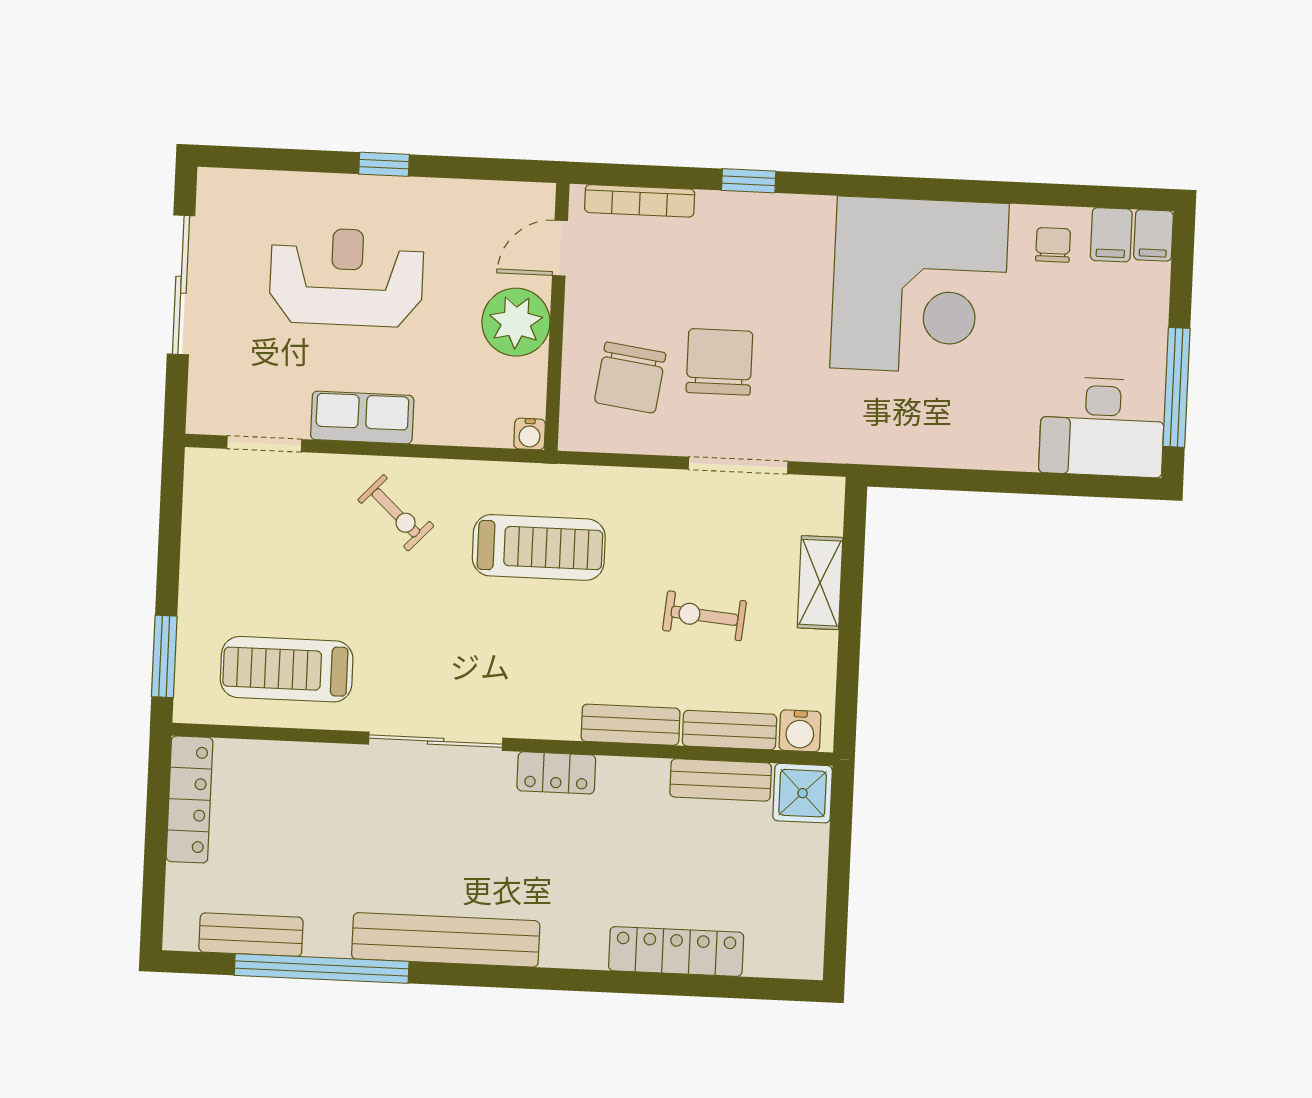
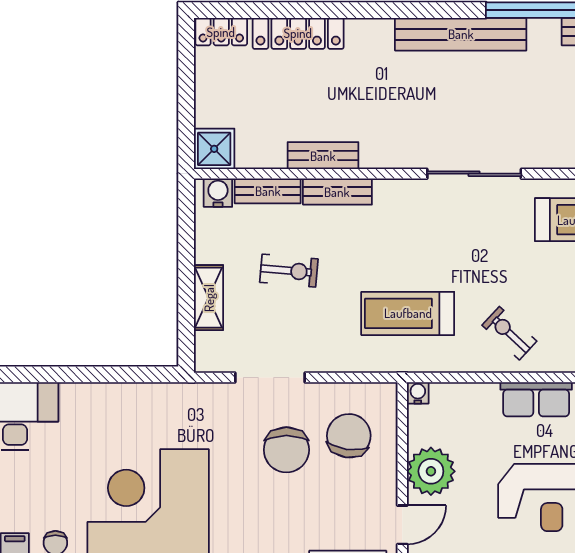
locker: (556, 773) -> (221, 32), moved, turned 180
bench: (721, 780) -> (323, 156), moved

